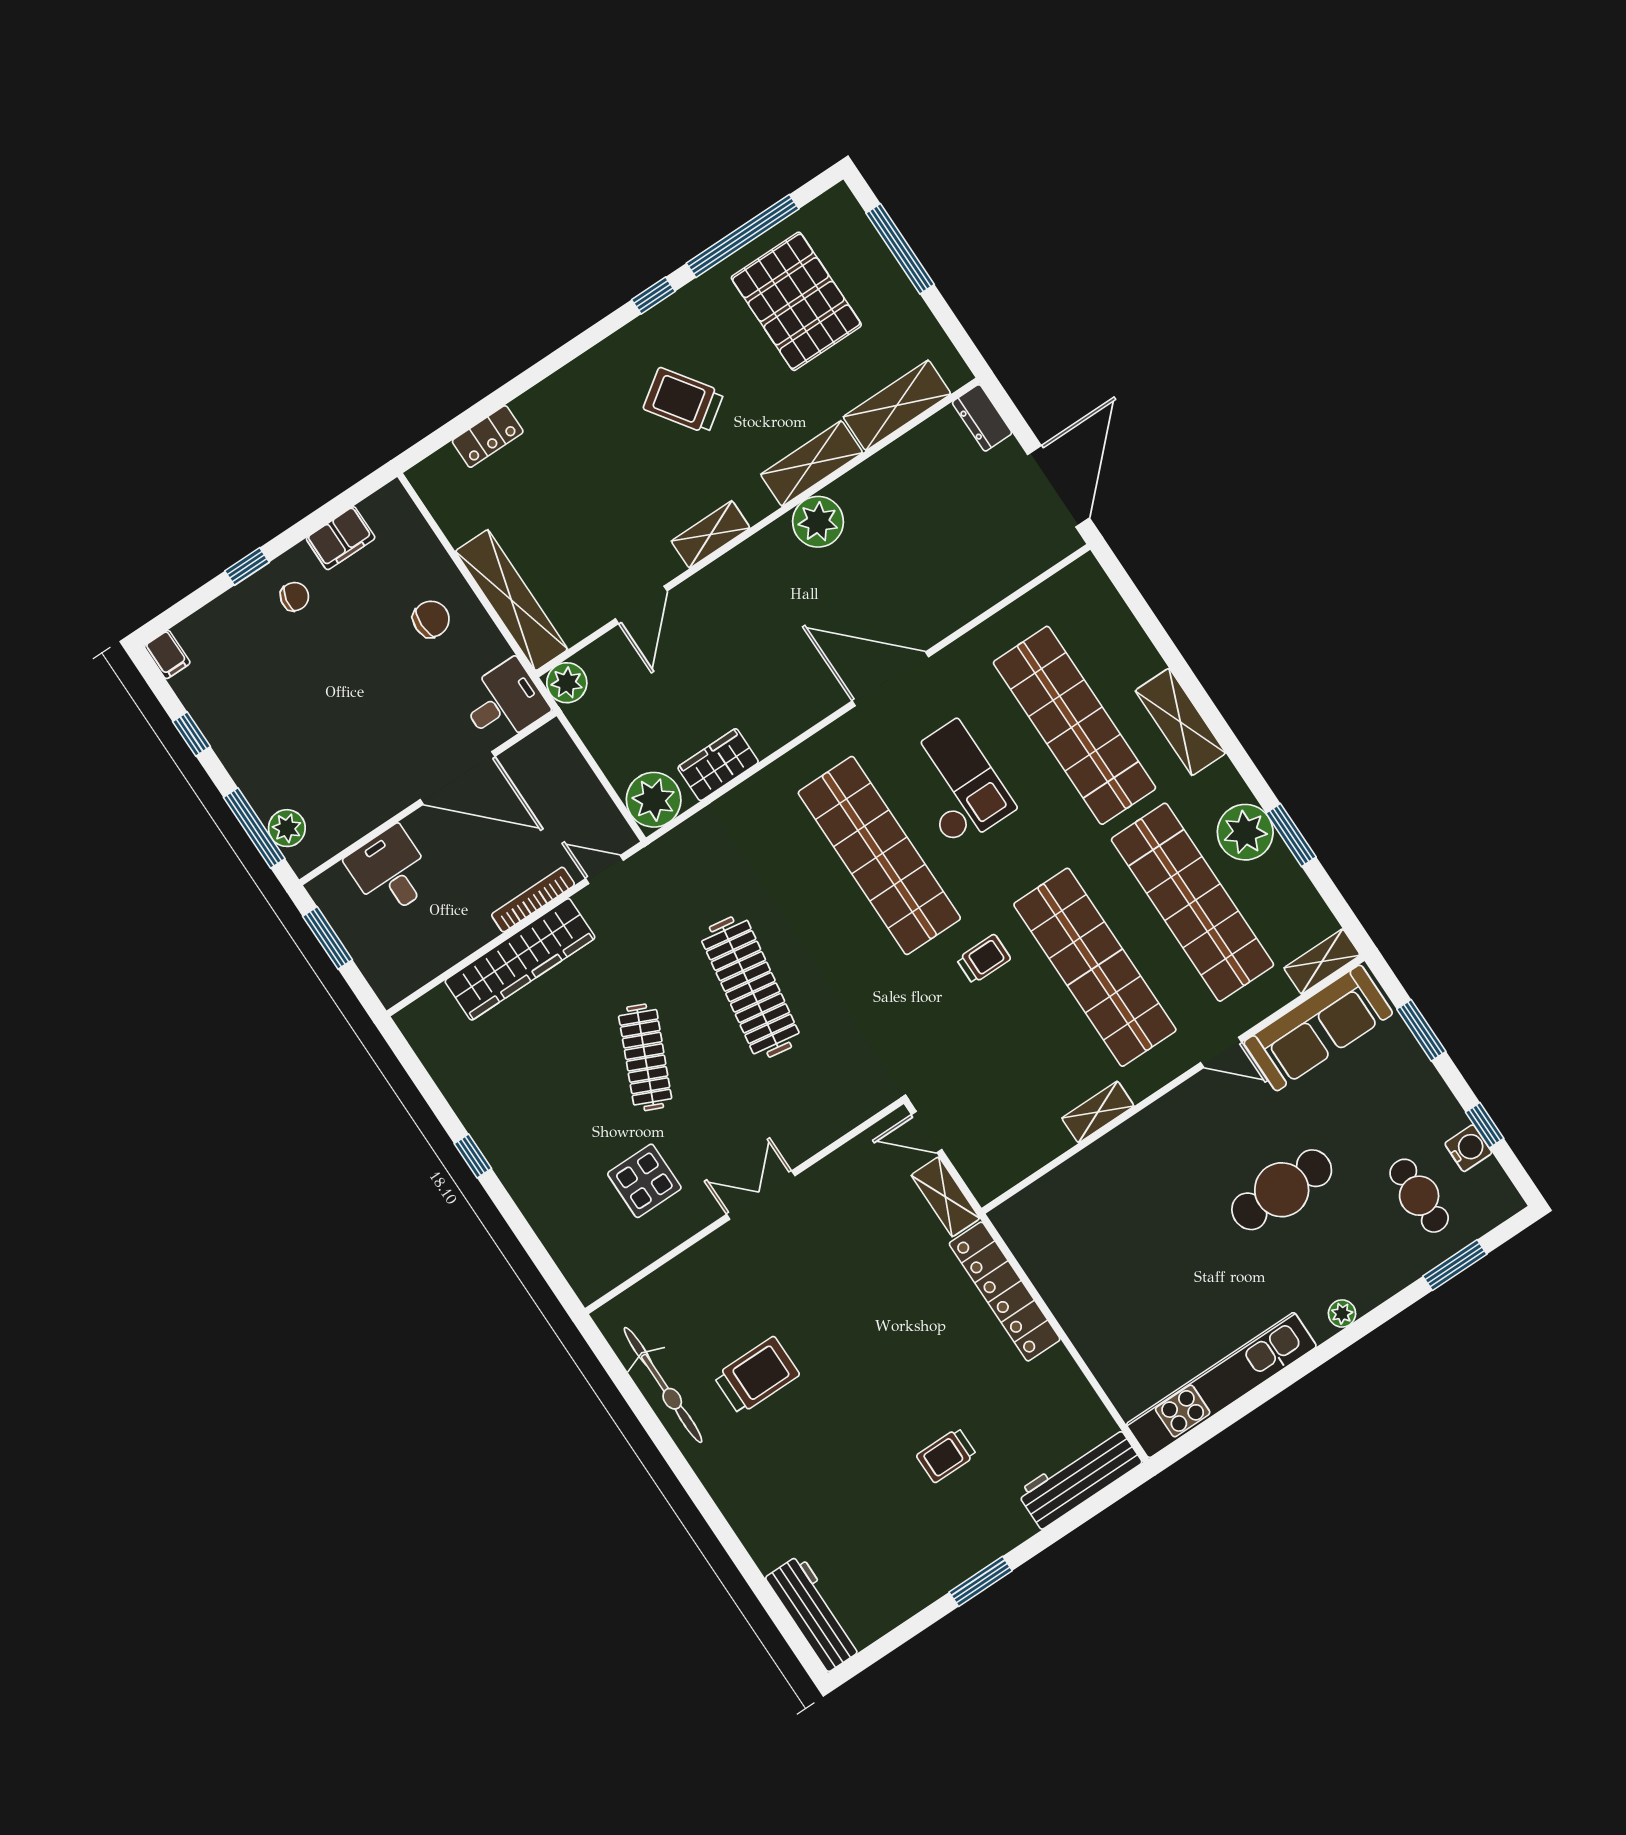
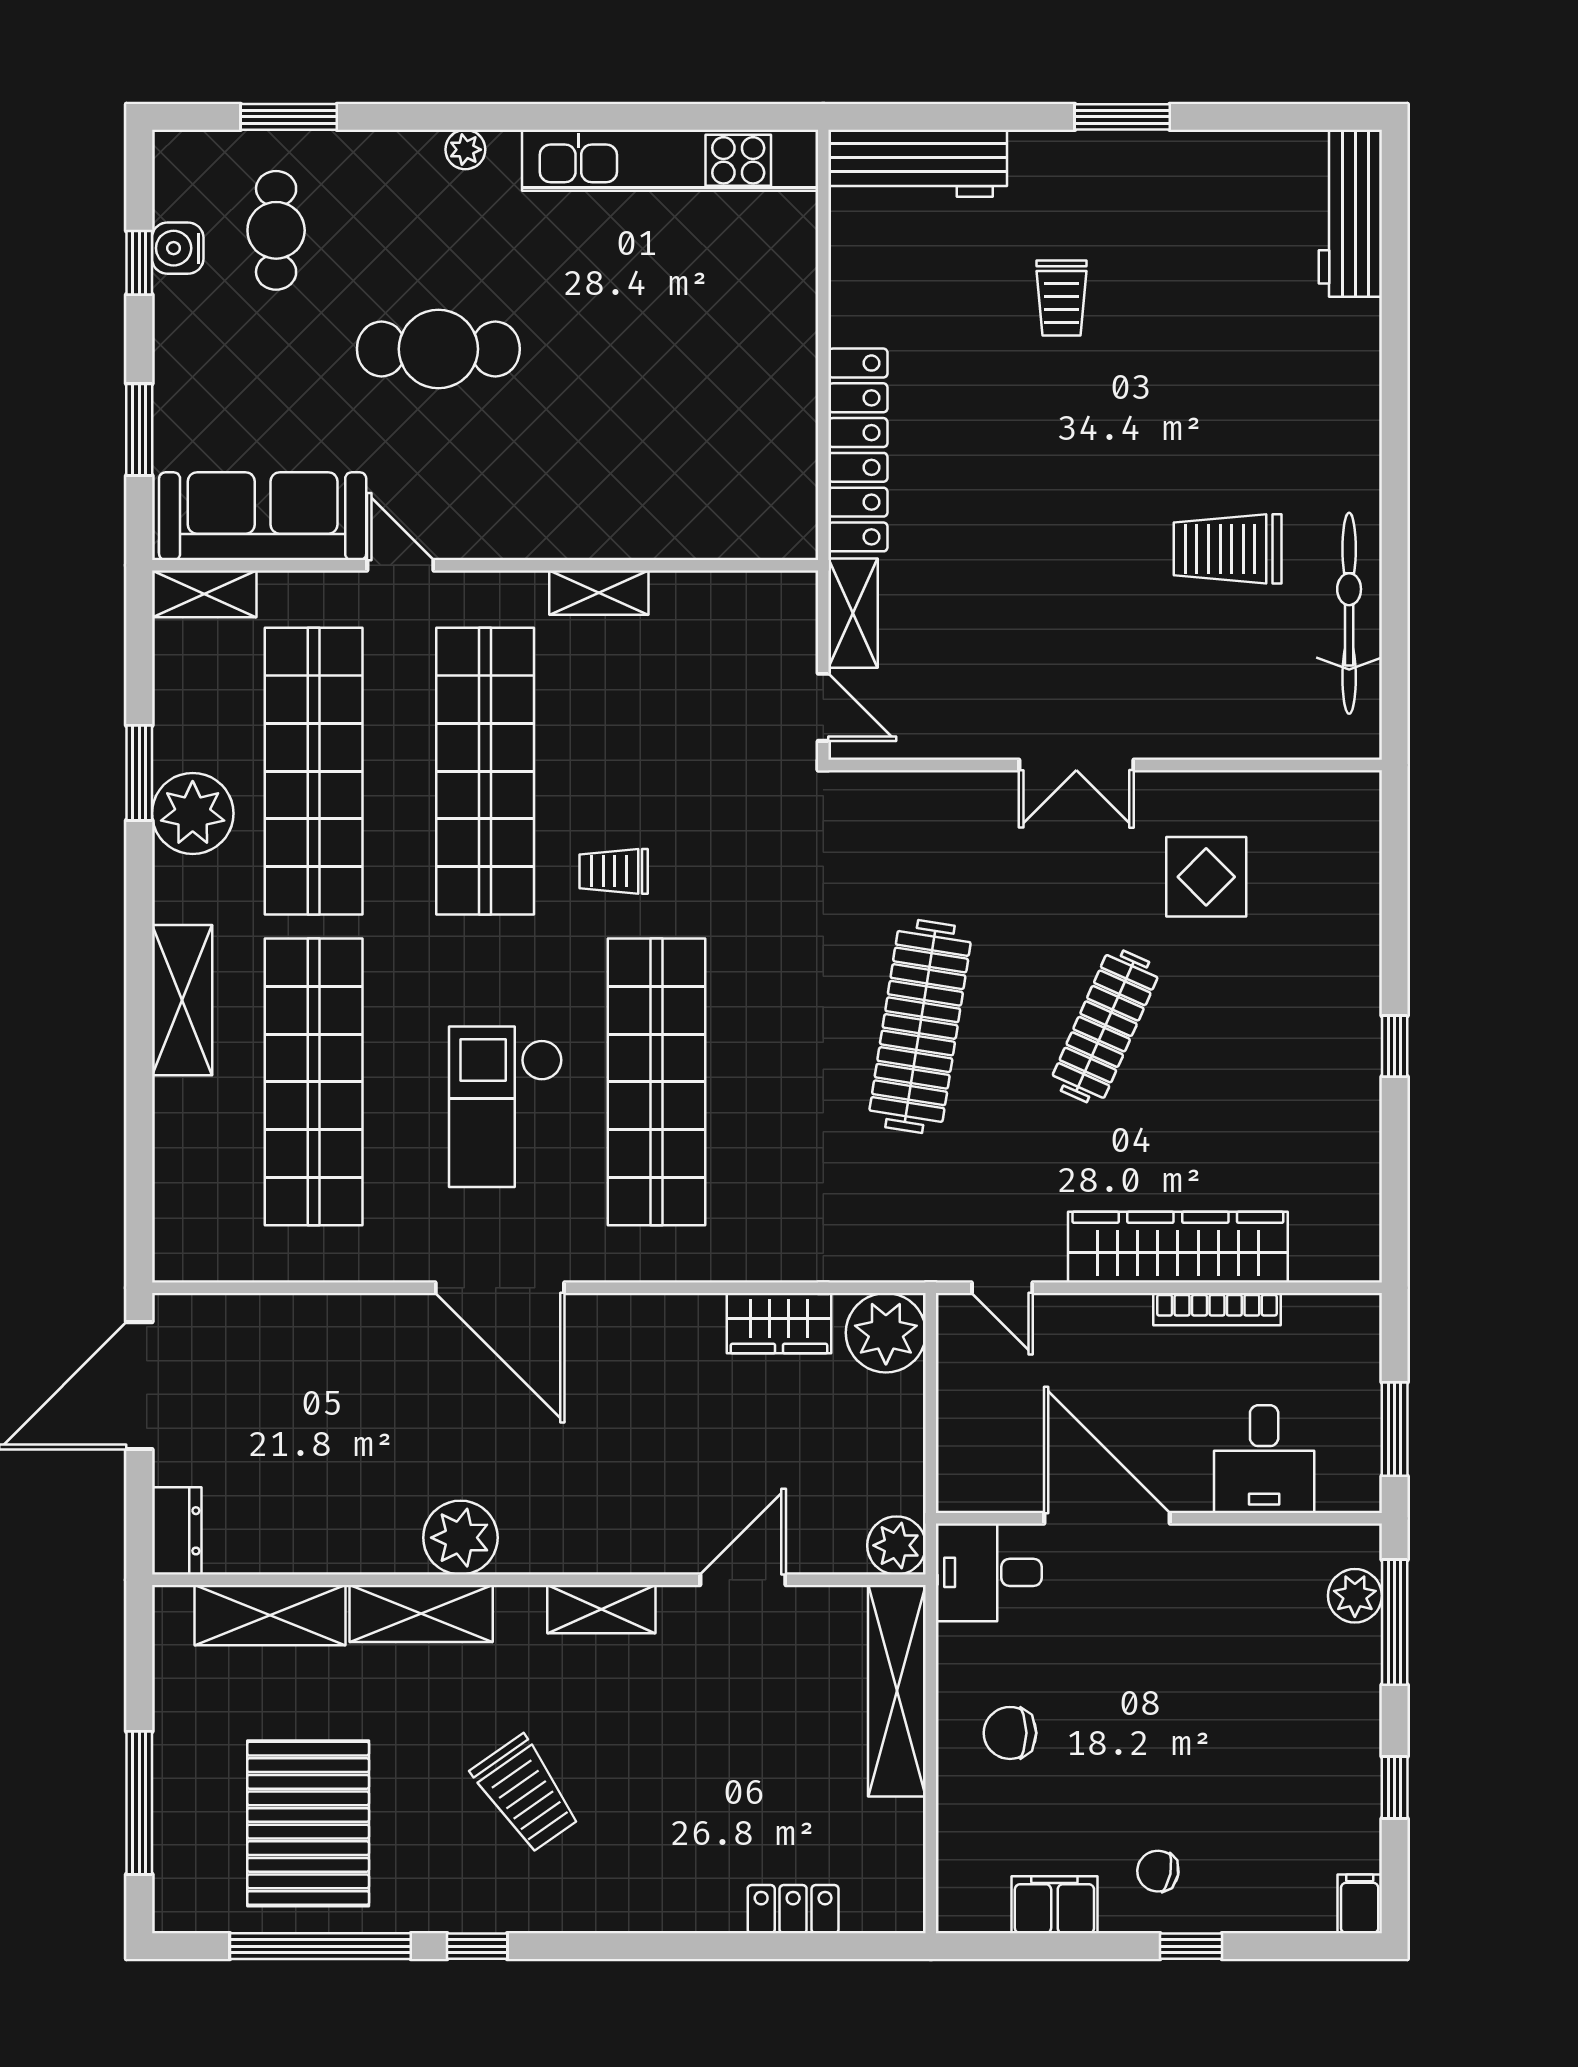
bookcase: (533, 900) -> (1217, 1309), moved
trolley: (946, 1455) -> (1062, 298), turned 90

